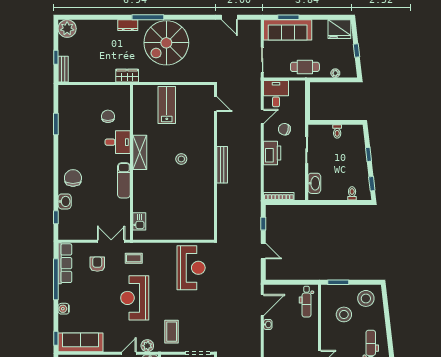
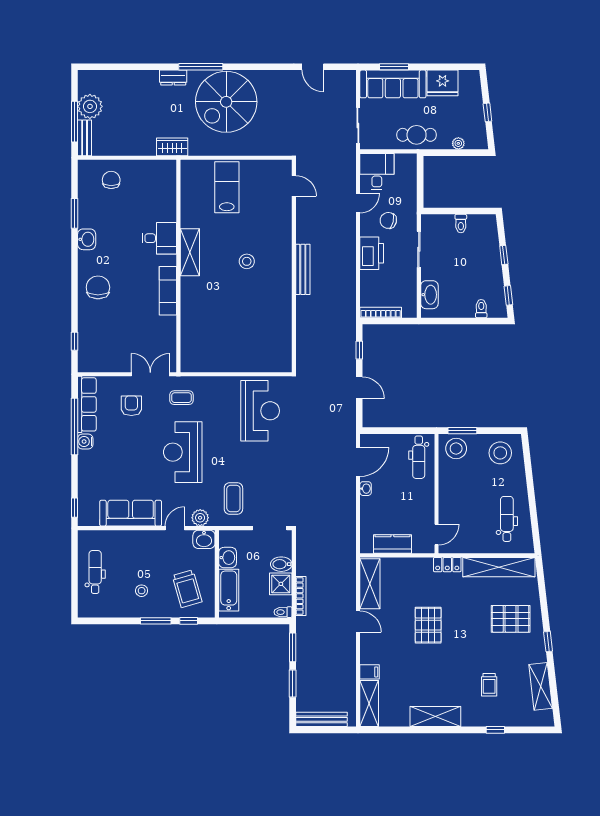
plant: (67, 29) -> (90, 106), moved
fridge: (339, 29) -> (443, 83), moved
window: (56, 57) -> (75, 122), width x2.17
chair: (108, 116) -> (111, 180), moved
washbasin: (65, 201) -> (87, 239), moved
kitchen sink: (139, 221) -> (189, 347), removed
water cooler: (64, 309) -> (85, 442), moved
stool: (344, 314) -> (456, 449), moved
sofa: (81, 342) -> (131, 513), moved

